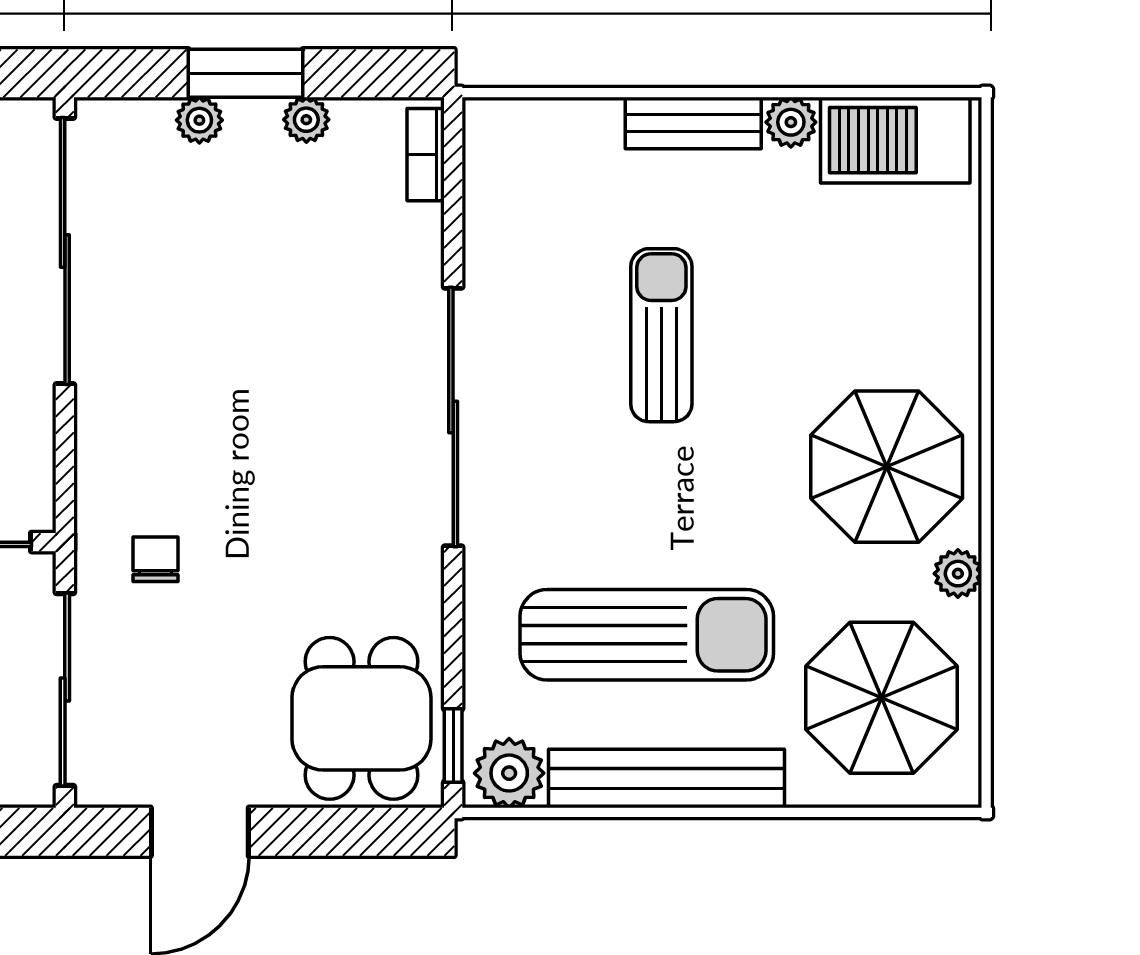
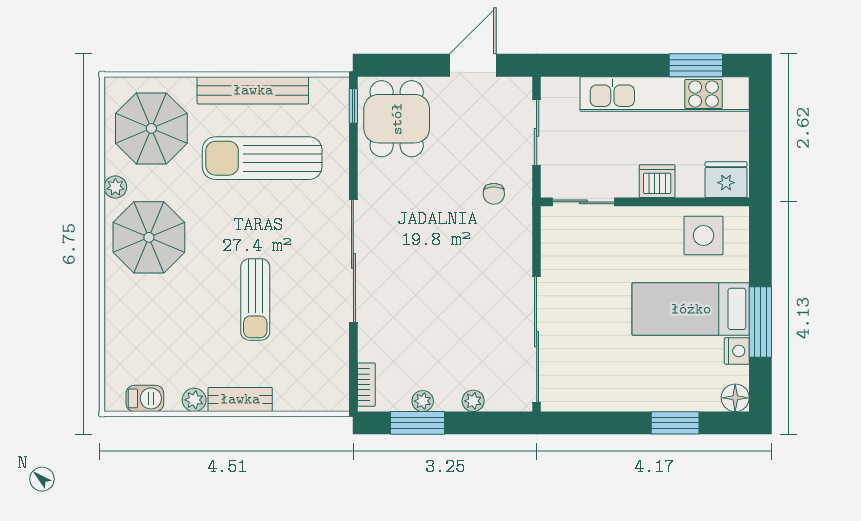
window: (246, 73) -> (417, 423), moved
barbecue: (895, 140) -> (145, 398), width x0.53, depth x0.65
sliding door: (65, 689) -> (537, 132), width x0.73
plant: (509, 773) -> (327, 93), removed

